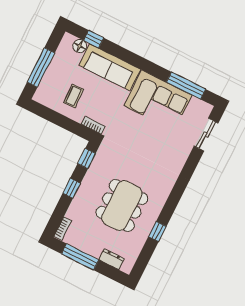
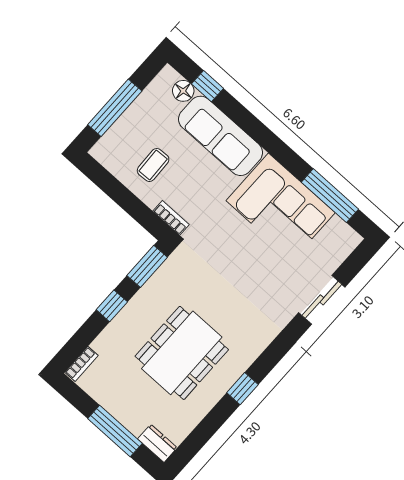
sliding door: (206, 135) -> (322, 300), moved
window: (87, 159) -> (147, 266), width x1.50
window: (157, 232) -> (242, 389), moved
window: (80, 257) -> (115, 431), moved
dresser: (112, 259) -> (157, 443), moved

